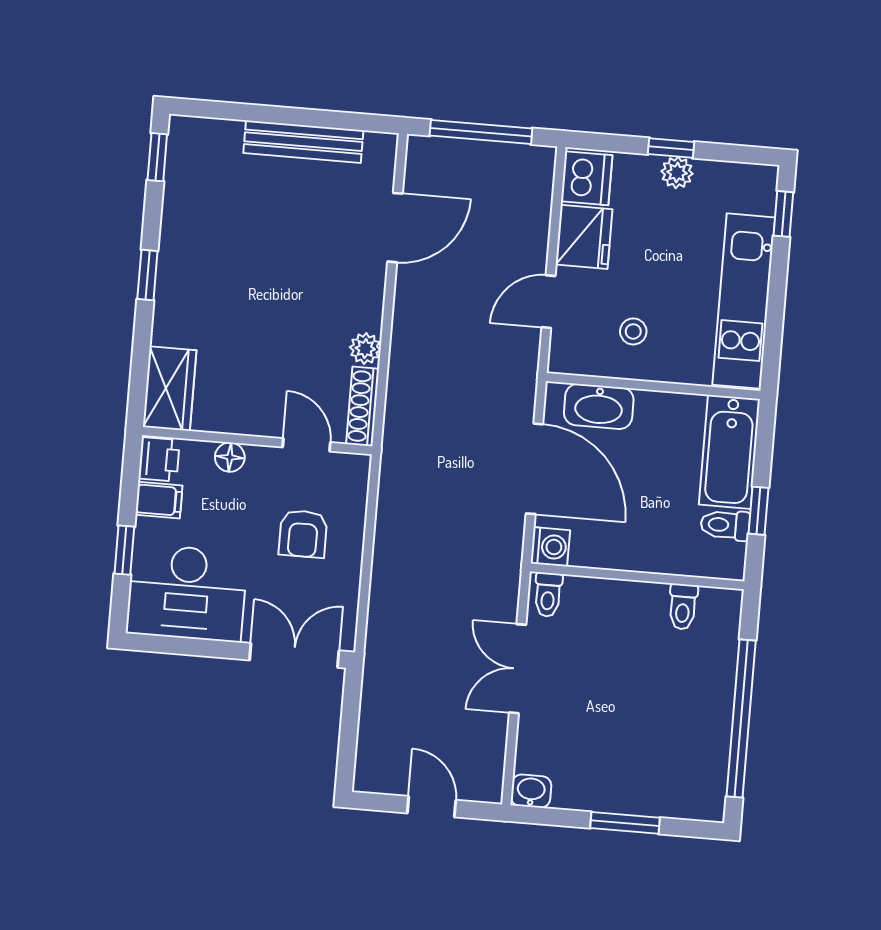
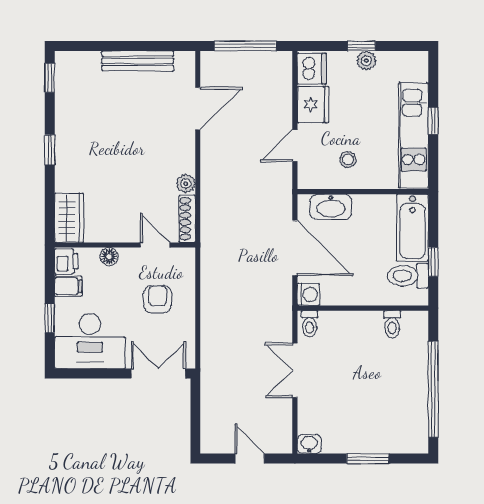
window: (783, 214) -> (433, 121), moved
toilet: (725, 525) -> (408, 276), width x1.37, depth x1.39
armchair: (303, 534) -> (158, 299), turned 180

